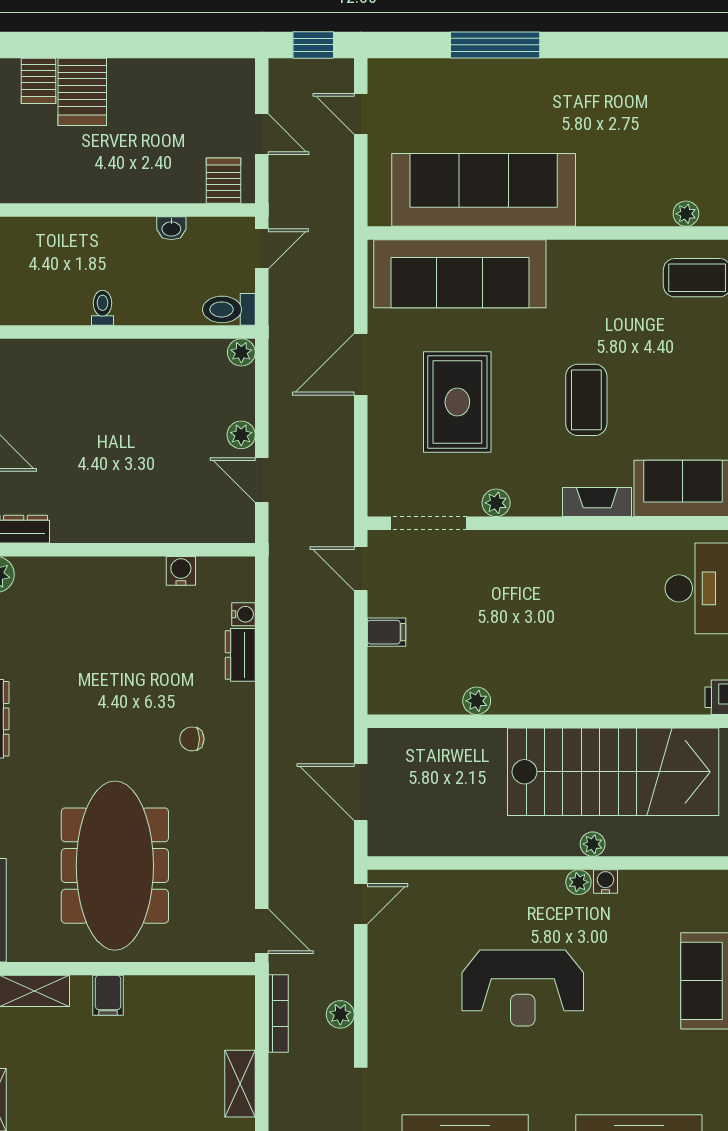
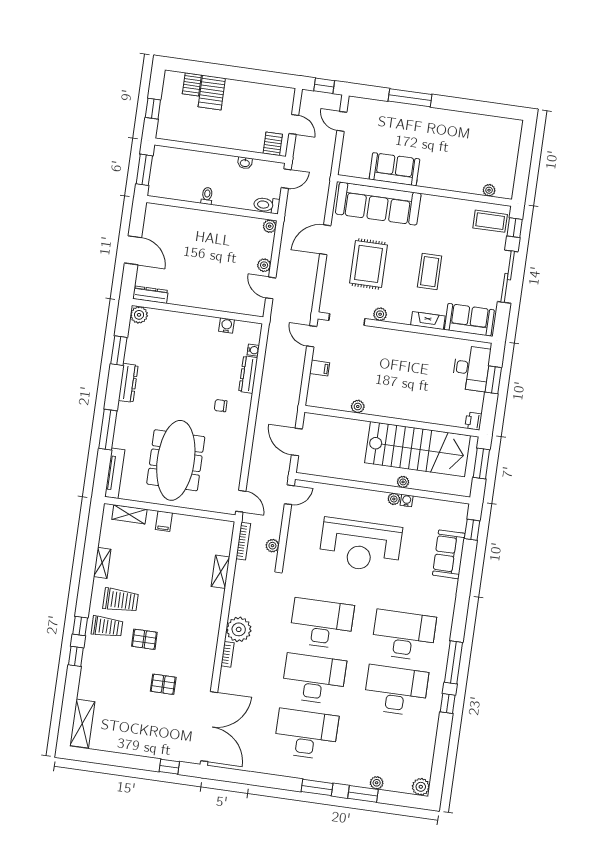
sofa: (484, 190) -> (394, 169), width x0.54, depth x0.79
dresser: (240, 655) -> (248, 375), width x1.44
reception desk: (523, 988) -> (360, 545), width x1.36, depth x1.30

